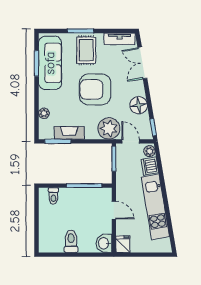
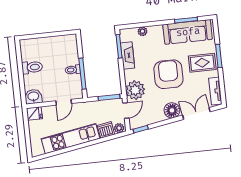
floor lamp: (139, 105) -> (172, 110), moved
toilet: (53, 196) -> (73, 70), moved

